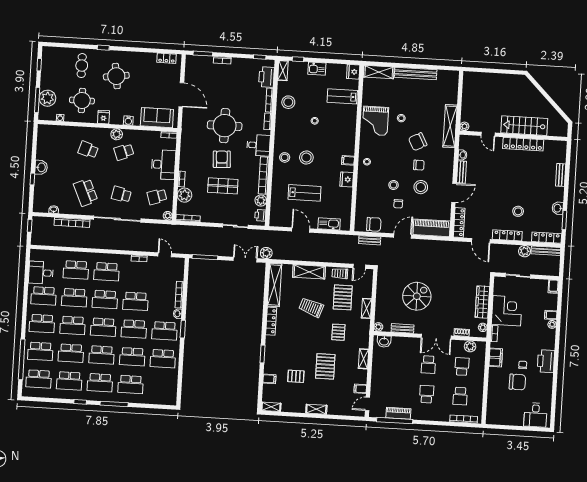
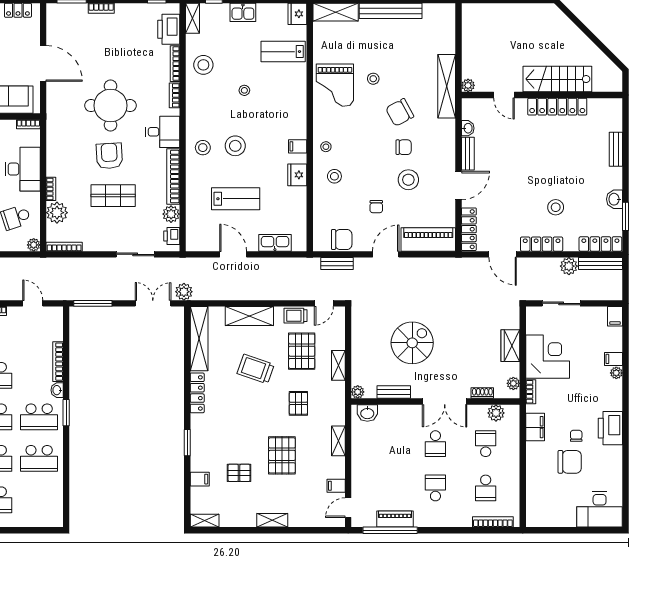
stool: (394, 185) -> (334, 176), moved
wardrobe: (482, 302) -> (510, 346), width x0.67
desk: (535, 415) -> (600, 509), width x1.37

